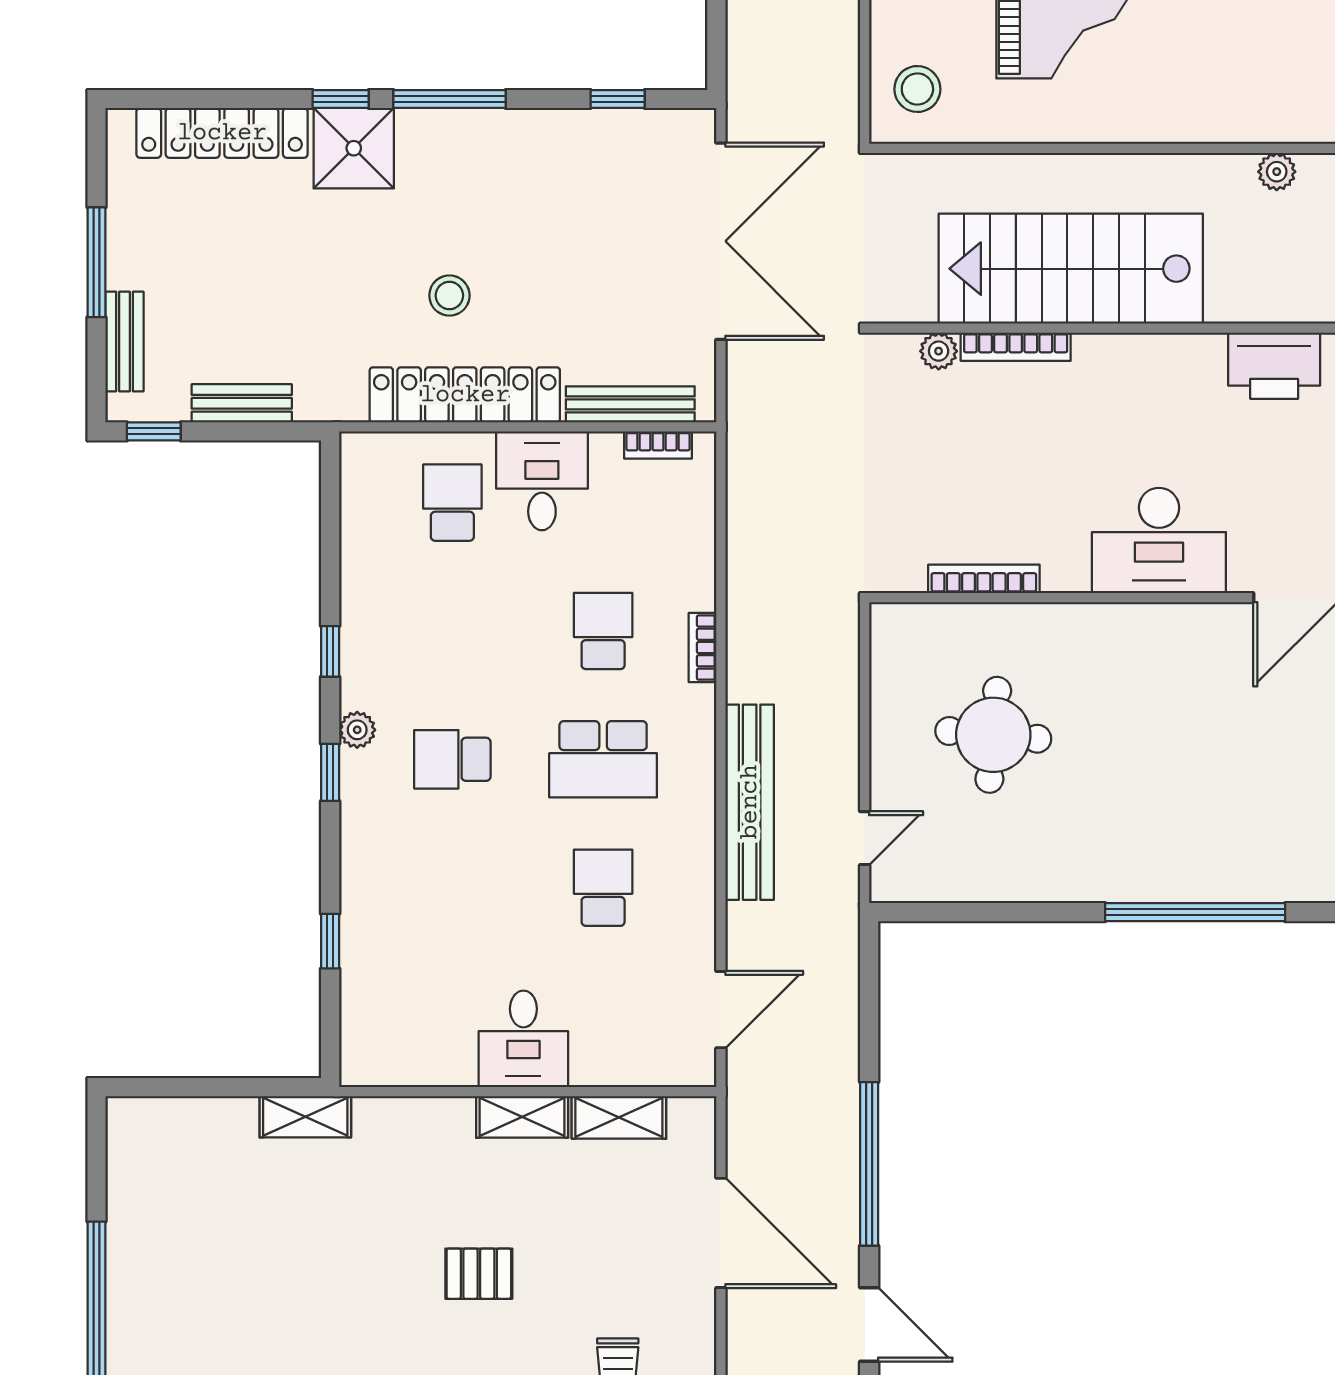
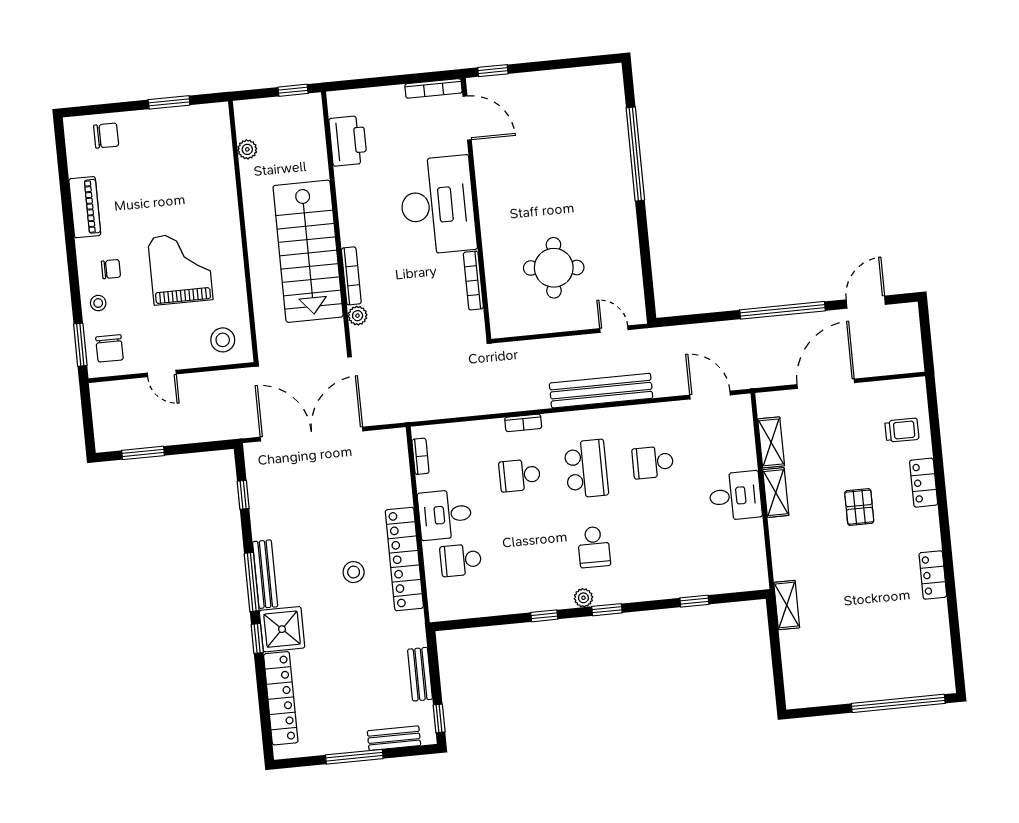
bench: (630, 404) -> (265, 574), moved
desk: (1159, 540) -> (438, 205), width x1.36, depth x1.30

